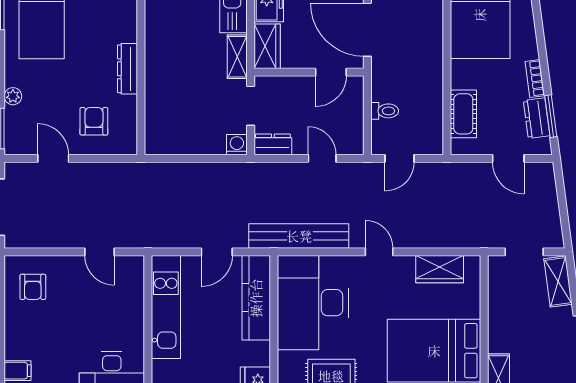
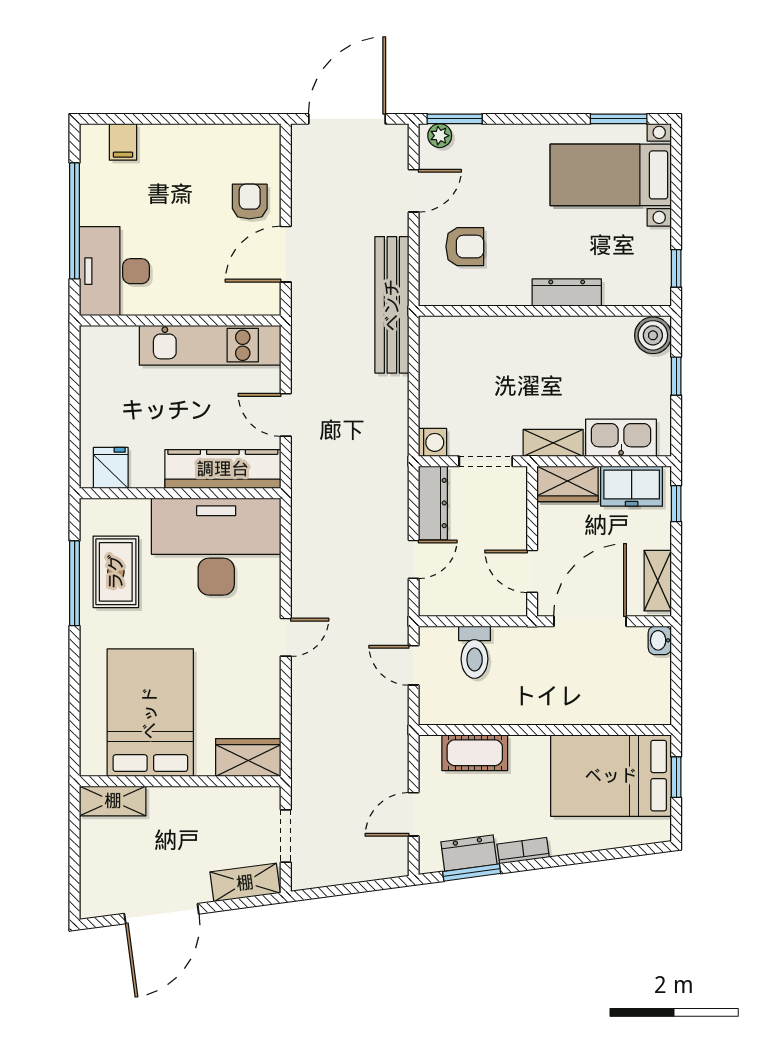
dresser: (127, 69) -> (567, 292), moved
plant: (13, 96) -> (440, 136), moved
toilet: (385, 111) -> (475, 652), width x1.37, depth x1.39
dresser: (273, 144) -> (433, 503), width x1.44
bench: (299, 236) -> (392, 305), moved
door: (99, 252) -> (286, 254), width x1.38
wardrobe: (440, 269) -> (248, 758), moved, turned 90
armchair: (33, 287) -> (250, 202), moved, turned 90

